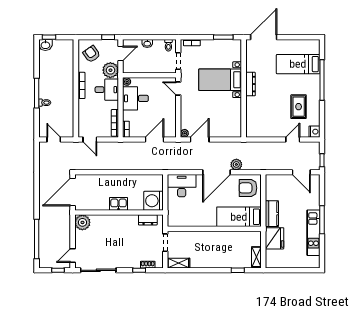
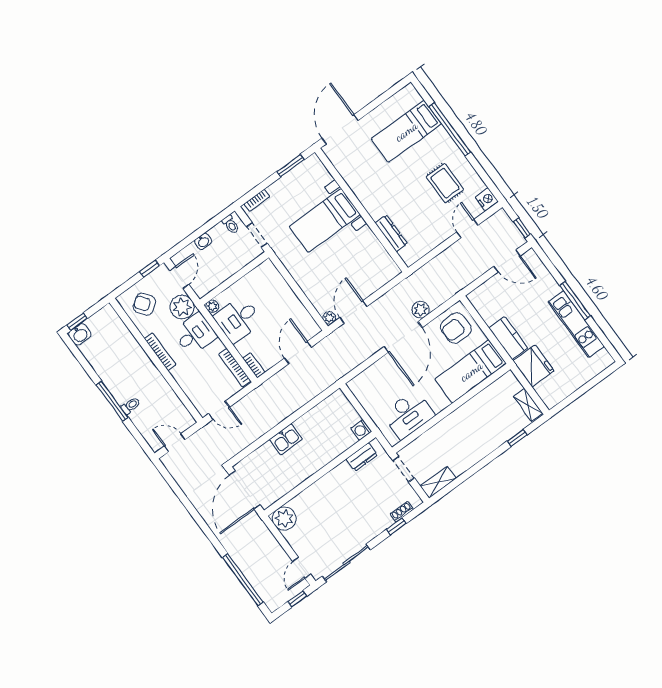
dresser: (250, 84) -> (391, 233), moved
door: (178, 88) -> (281, 269), removed
desk: (182, 186) -> (408, 415), moved, turned 180
washing machine: (153, 201) -> (361, 430), width x0.53, depth x0.53
kitchen sink: (118, 204) -> (286, 439), moved, turned 180

